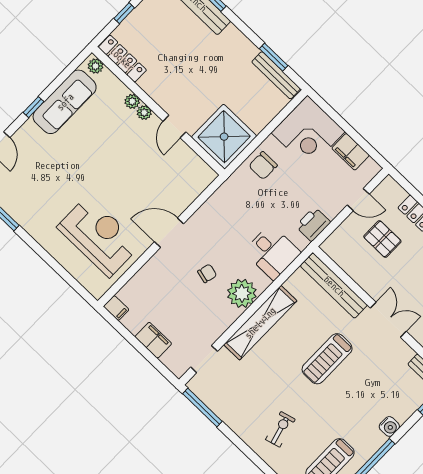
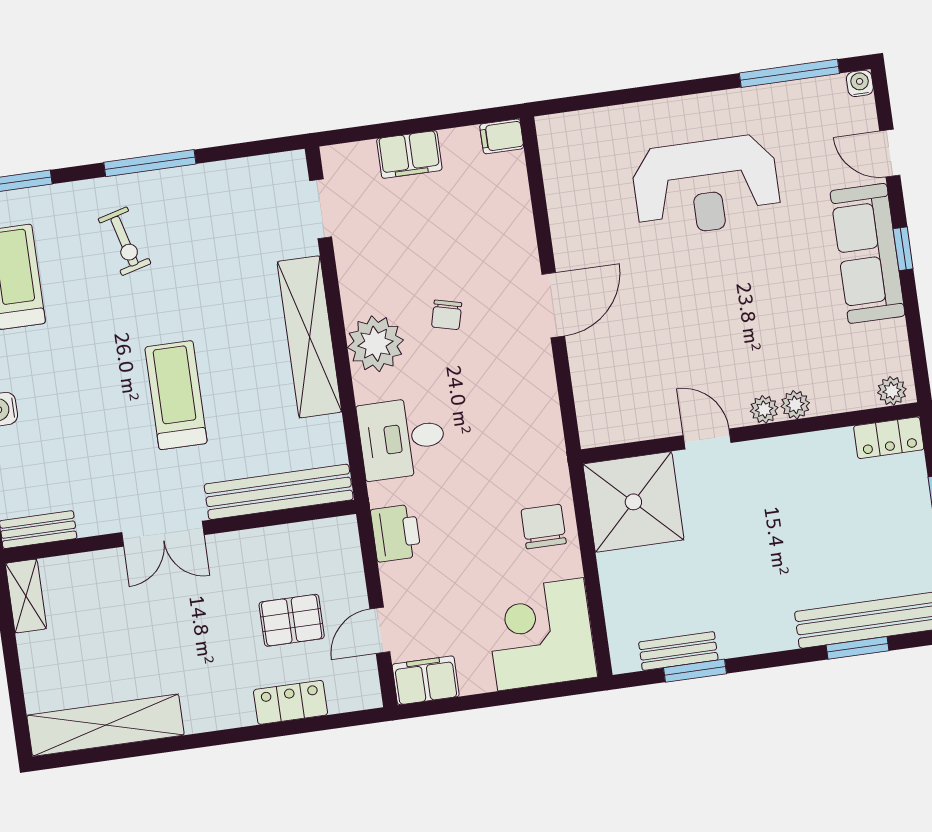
locker: (122, 59) -> (889, 438), width x0.66
bench: (276, 75) -> (678, 651), width x0.73
sofa: (65, 102) -> (868, 253), moved
filing cabinet: (351, 152) -> (426, 680), moved
reception desk: (99, 236) -> (706, 186), moved
window: (202, 408) -> (150, 163), moved

